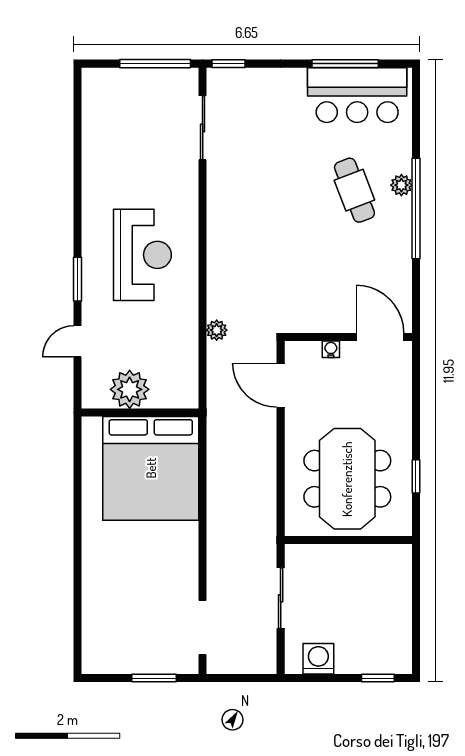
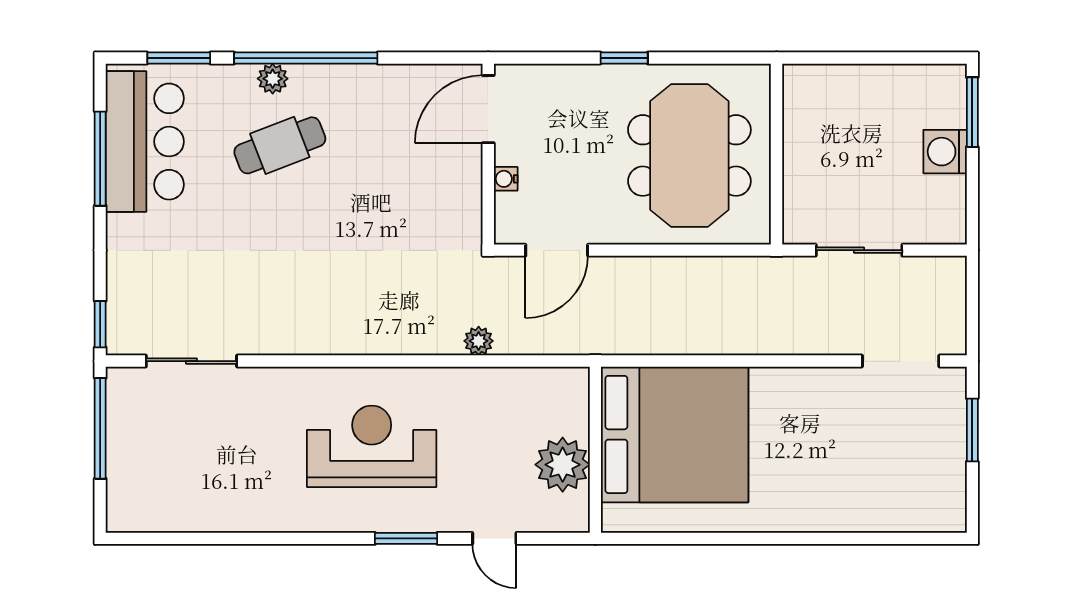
window: (416, 119) -> (179, 58), added
window: (416, 476) -> (624, 58), moved
meeting table: (347, 479) -> (689, 155), turned 90
washing machine: (318, 659) -> (945, 152), moved
window: (378, 678) -> (972, 112), width x1.50

